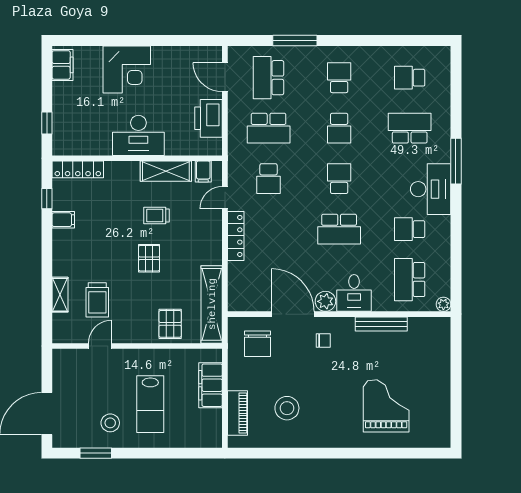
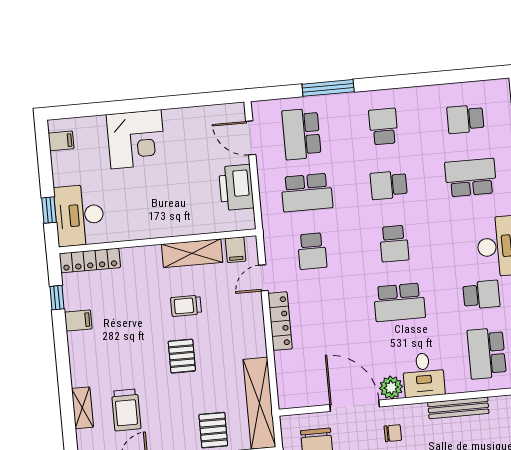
filing cabinet: (63, 65) -> (61, 141), width x0.50
school desk: (339, 128) -> (389, 185), turned 90
desk: (138, 135) -> (79, 215), moved, turned 90
school desk: (339, 179) -> (394, 244), turned 180
school desk: (410, 229) -> (481, 295), turned 180

